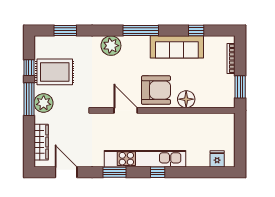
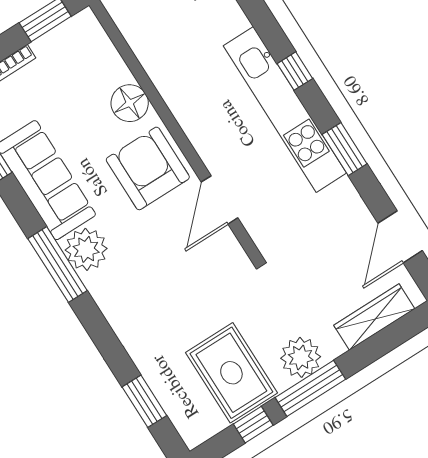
plant: (111, 46) -> (86, 249), moved

